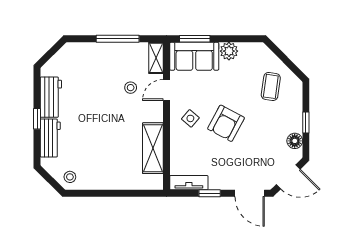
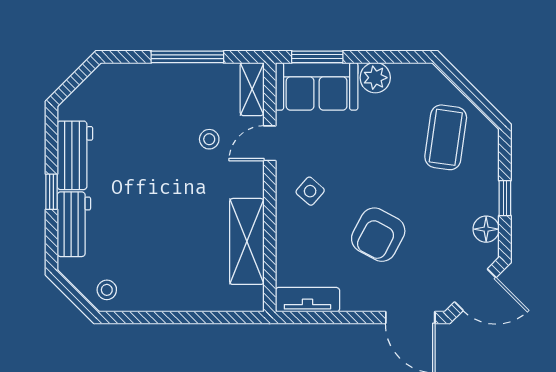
coffee table: (271, 86) -> (446, 137), width x1.36, depth x1.30
armchair: (226, 123) -> (378, 235), moved
window: (210, 193) -> (342, 318), removed

